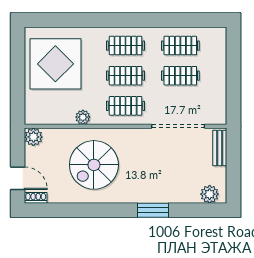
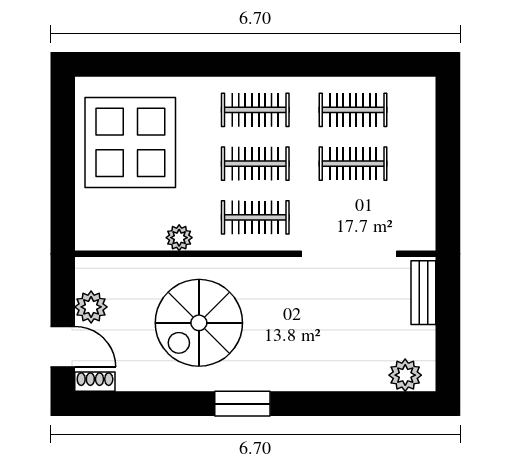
plant: (33, 137) -> (91, 307), moved
window: (153, 210) -> (242, 404), moved

